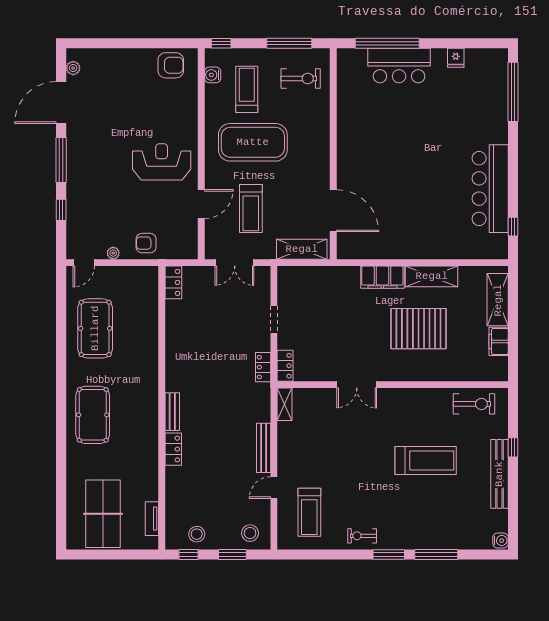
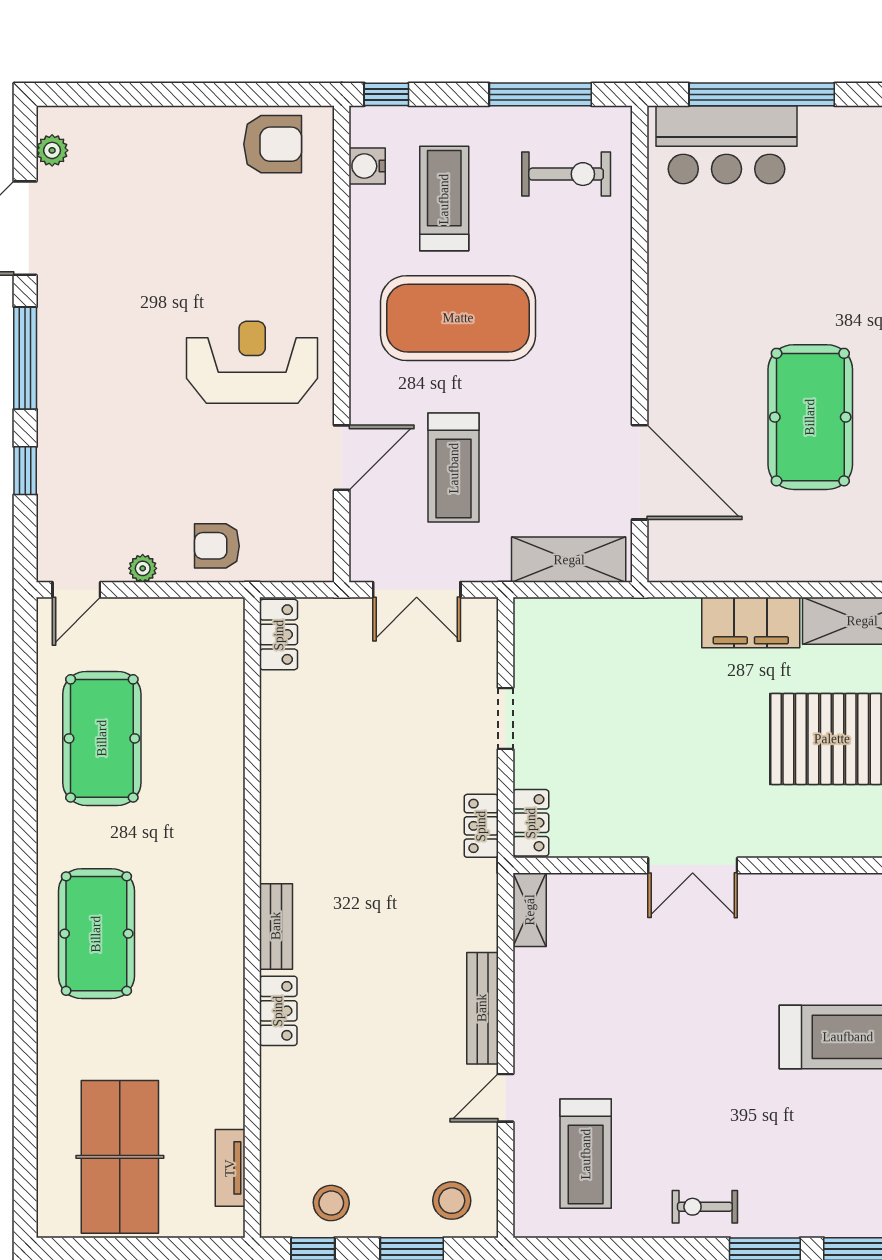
bar counter: (399, 66) -> (726, 145), moved
pool table: (409, 186) -> (810, 417), added

